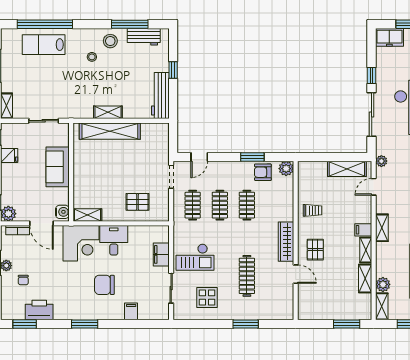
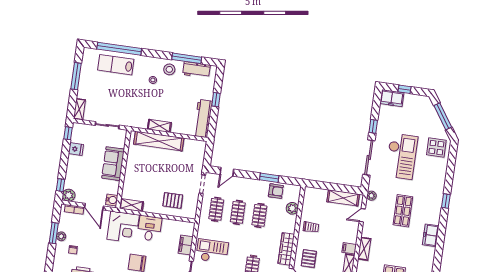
plant: (286, 169) -> (292, 208), moved
armchair: (263, 172) -> (276, 191), turned 180
checkout: (195, 257) -> (212, 251), turned 180

